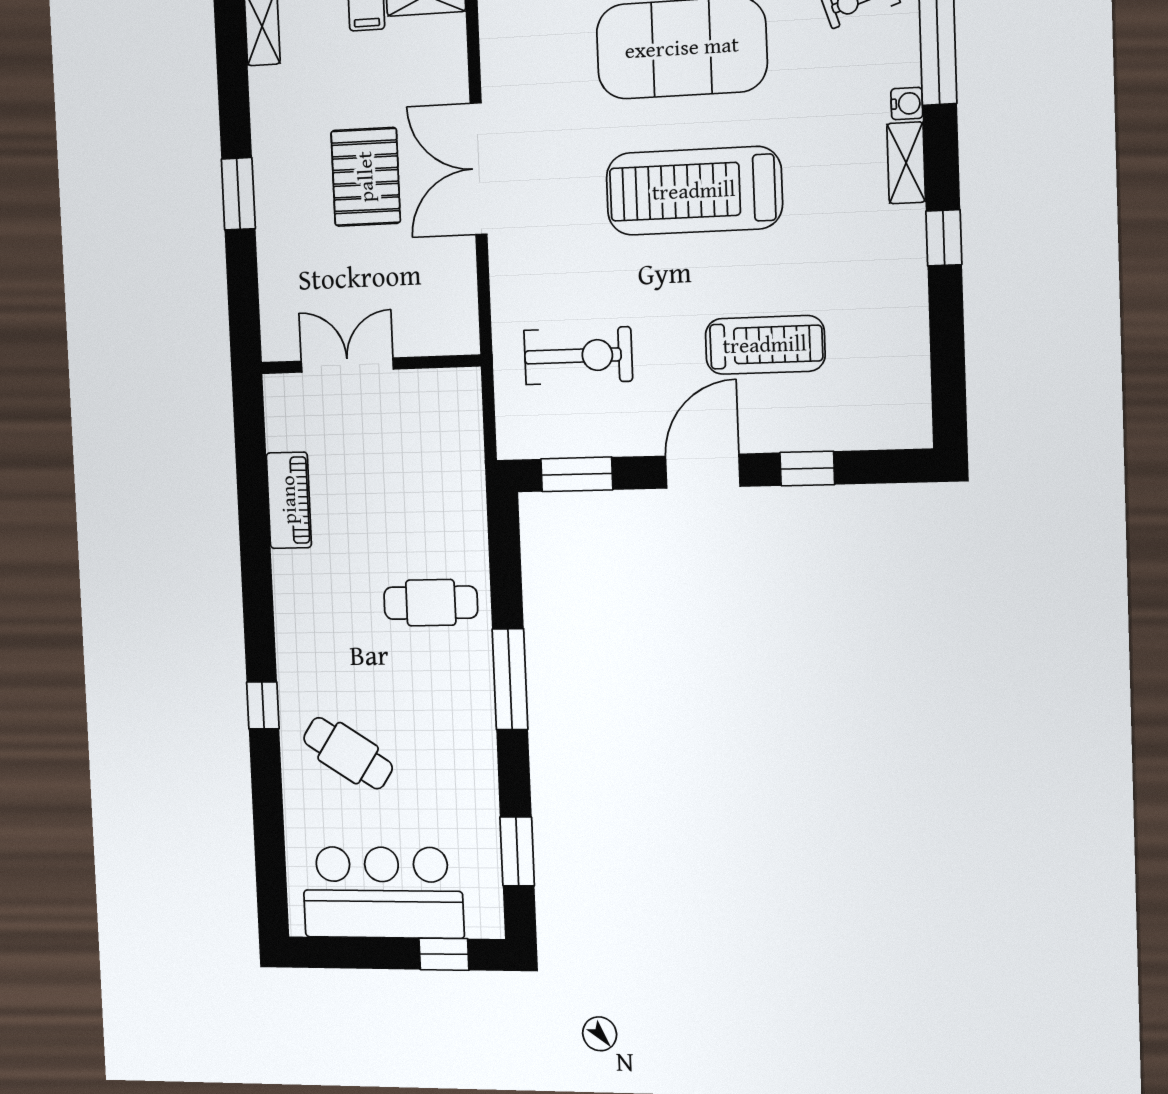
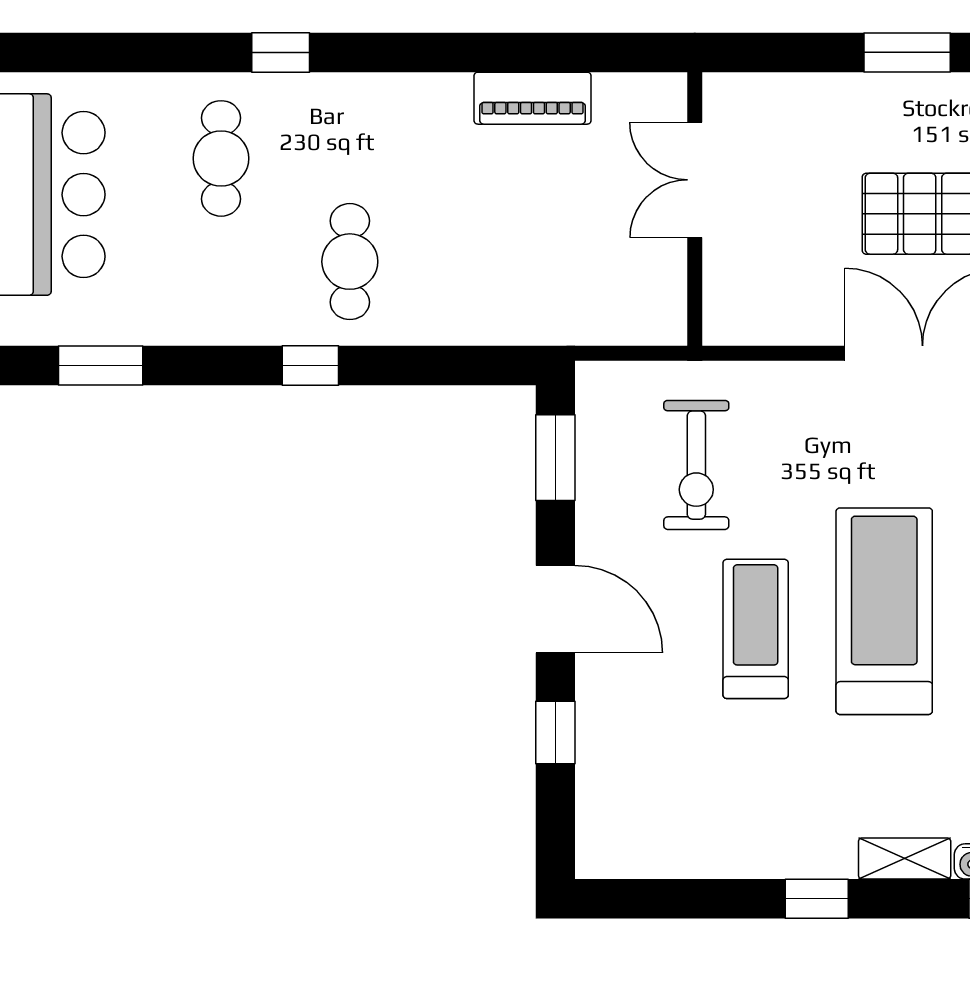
treadmill: (765, 345) -> (756, 629), moved, turned 180
double door: (347, 365) -> (695, 180), swing flipped
cafe table: (431, 603) -> (350, 262), moved
window: (510, 679) -> (310, 366), width x0.46
cafe table: (348, 753) -> (221, 158), turned -33

